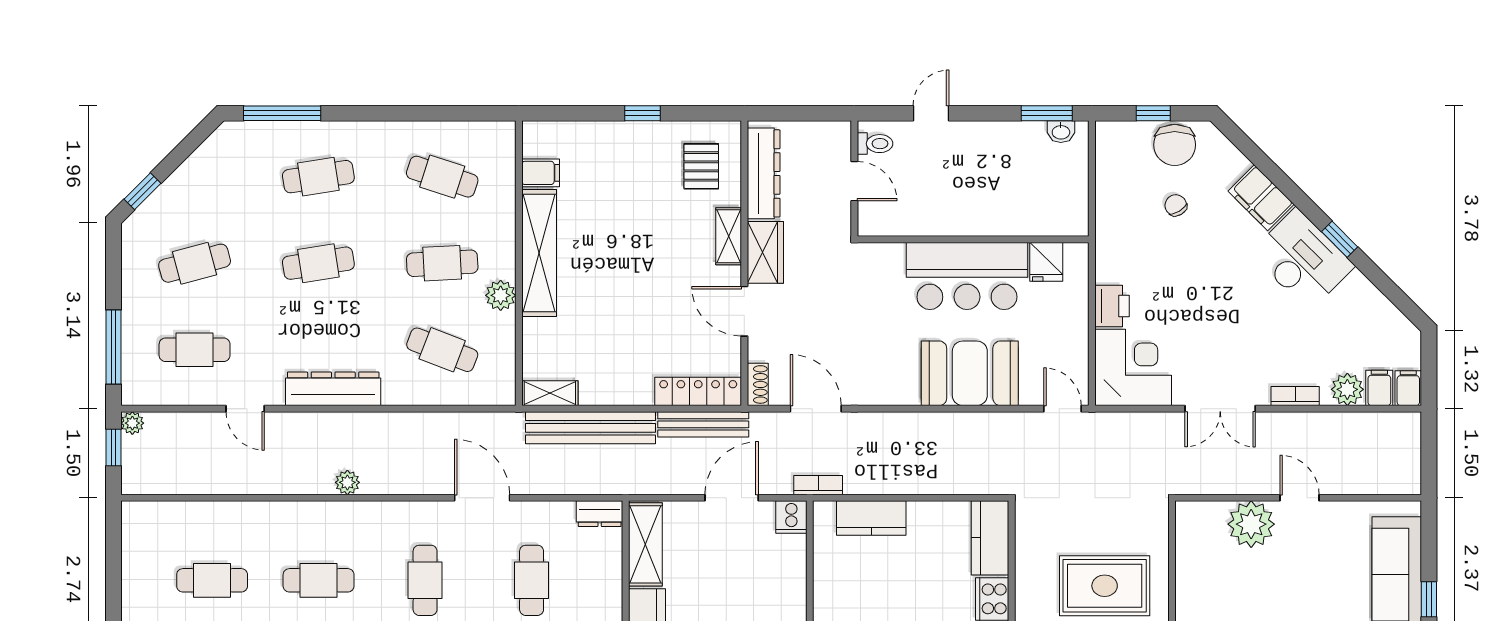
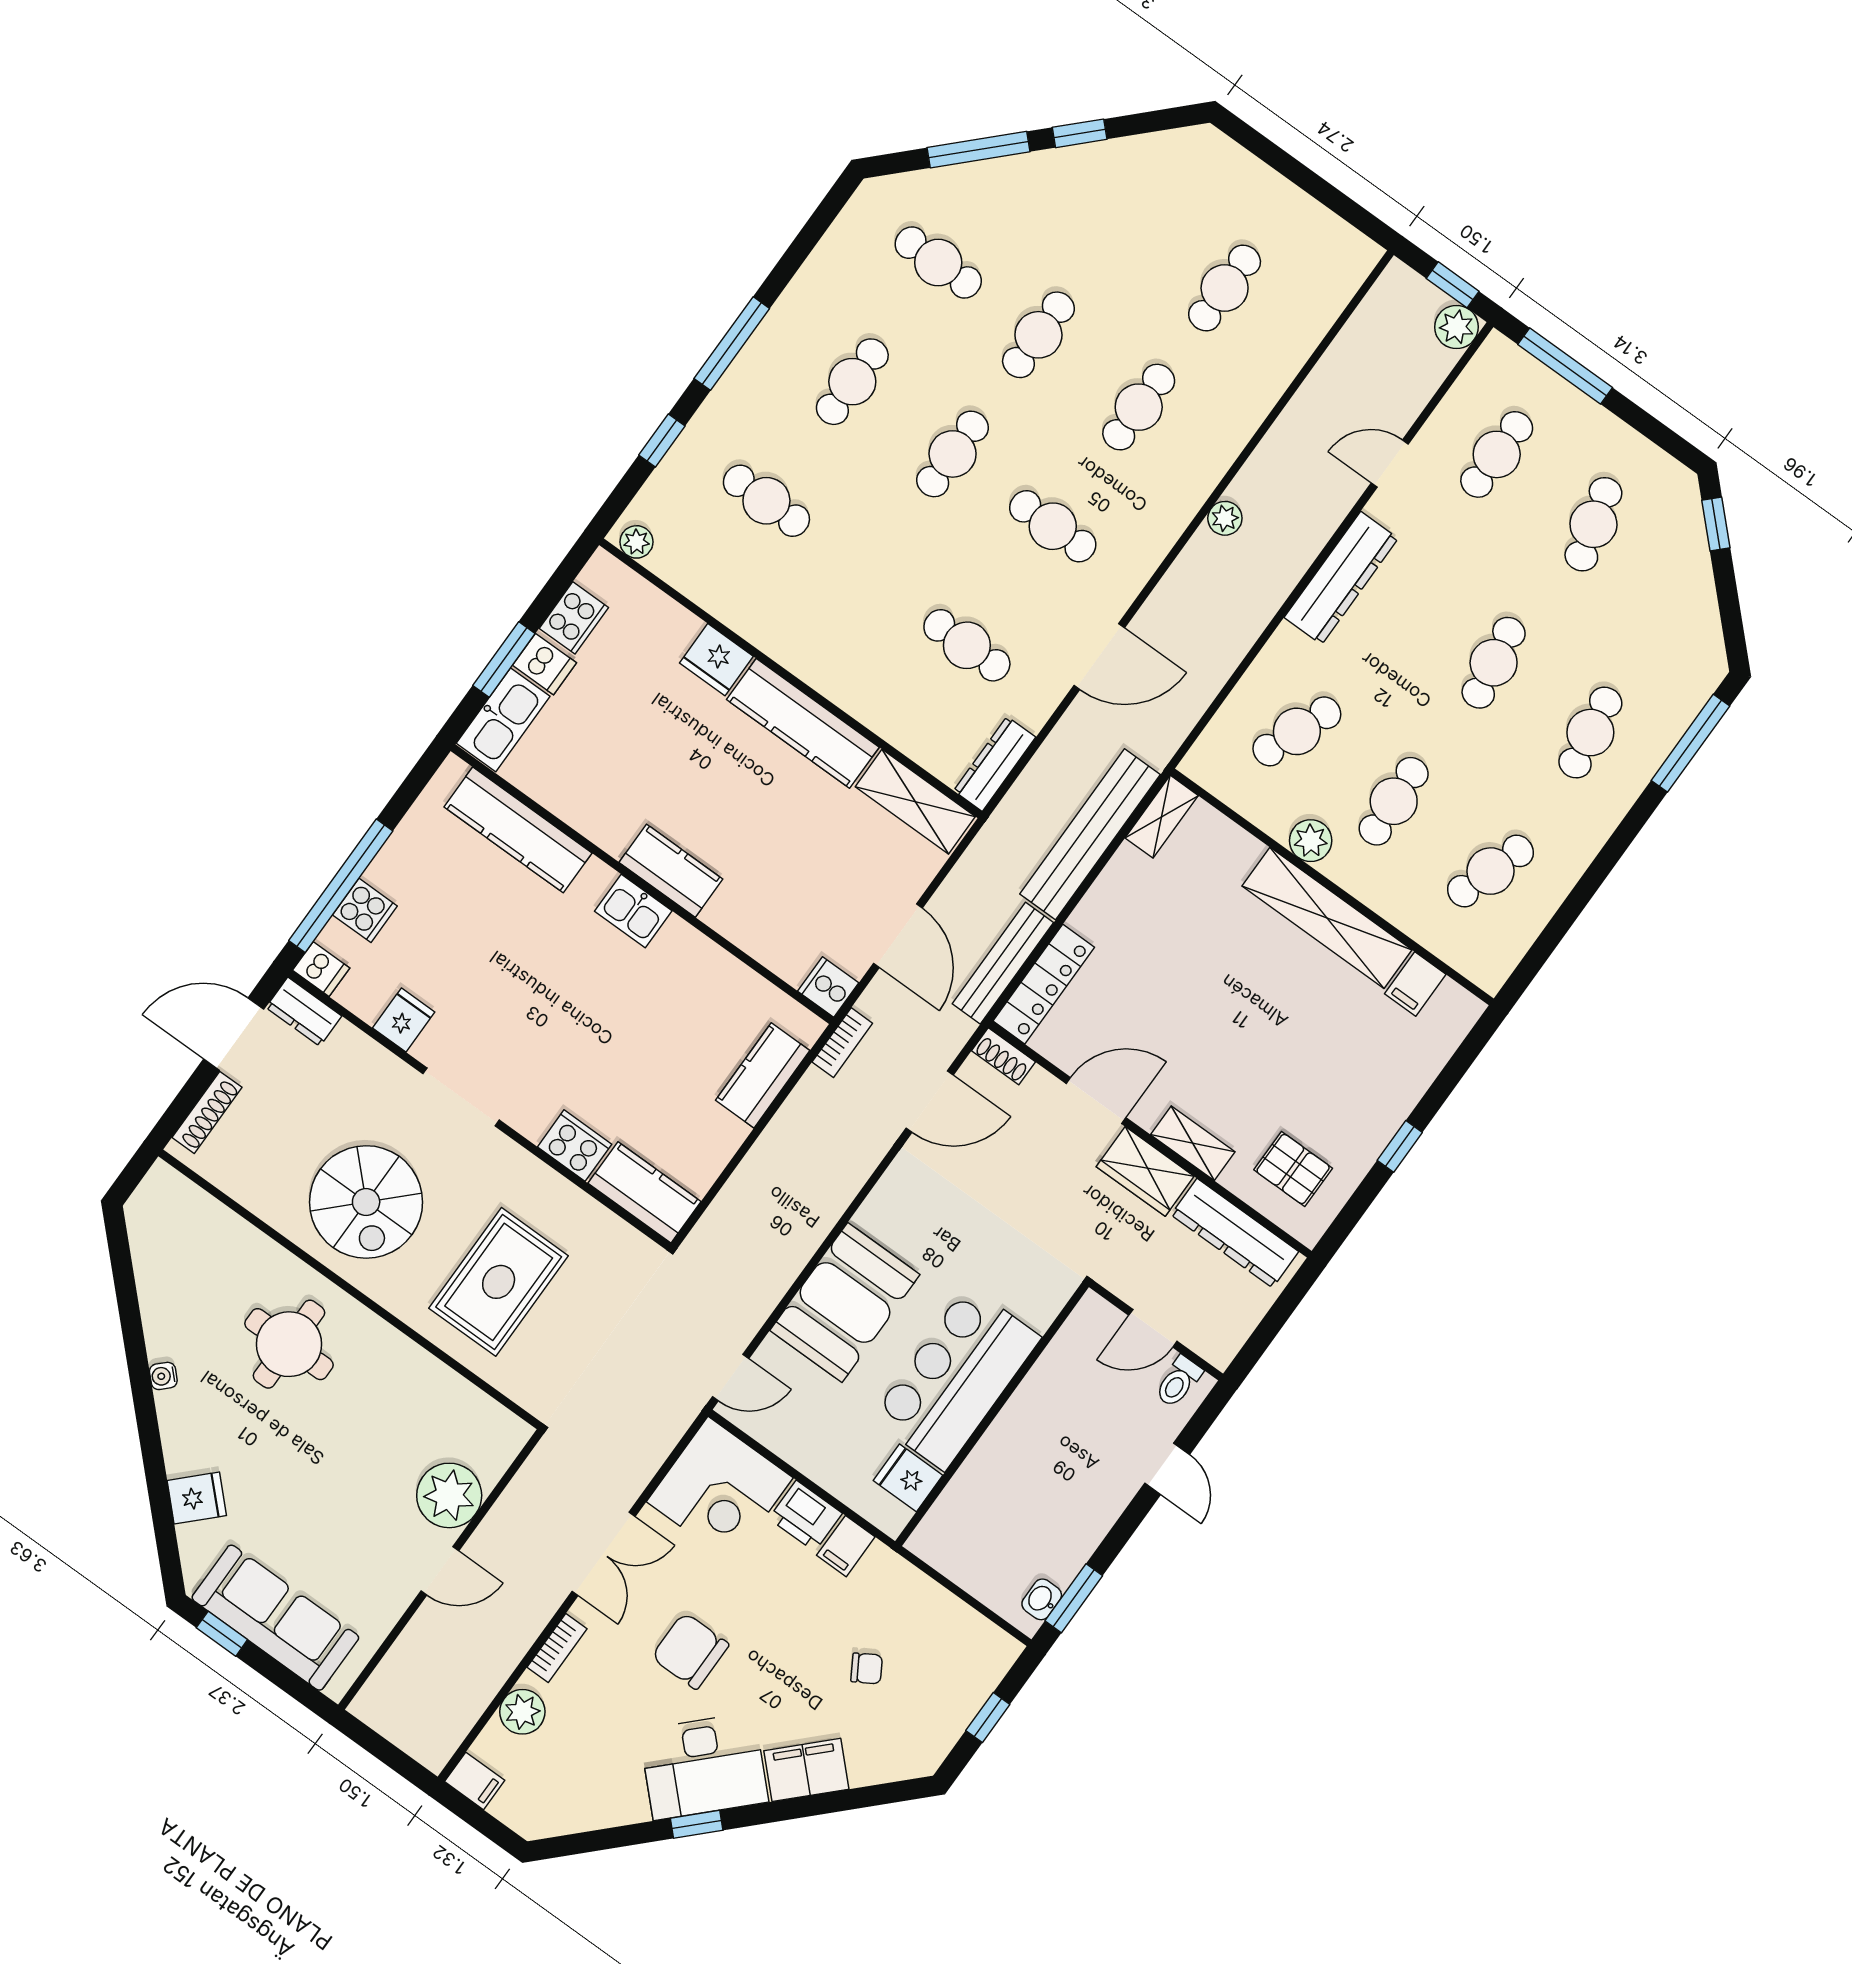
chair: (1175, 145) -> (690, 1651), moved
filing cabinet: (1379, 388) -> (846, 1546), moved, turned 90
double door: (1220, 409) -> (603, 1554), swing flipped
plant: (132, 423) -> (1457, 327), width x1.38, depth x1.38
dresser: (600, 514) -> (995, 764), width x1.44

